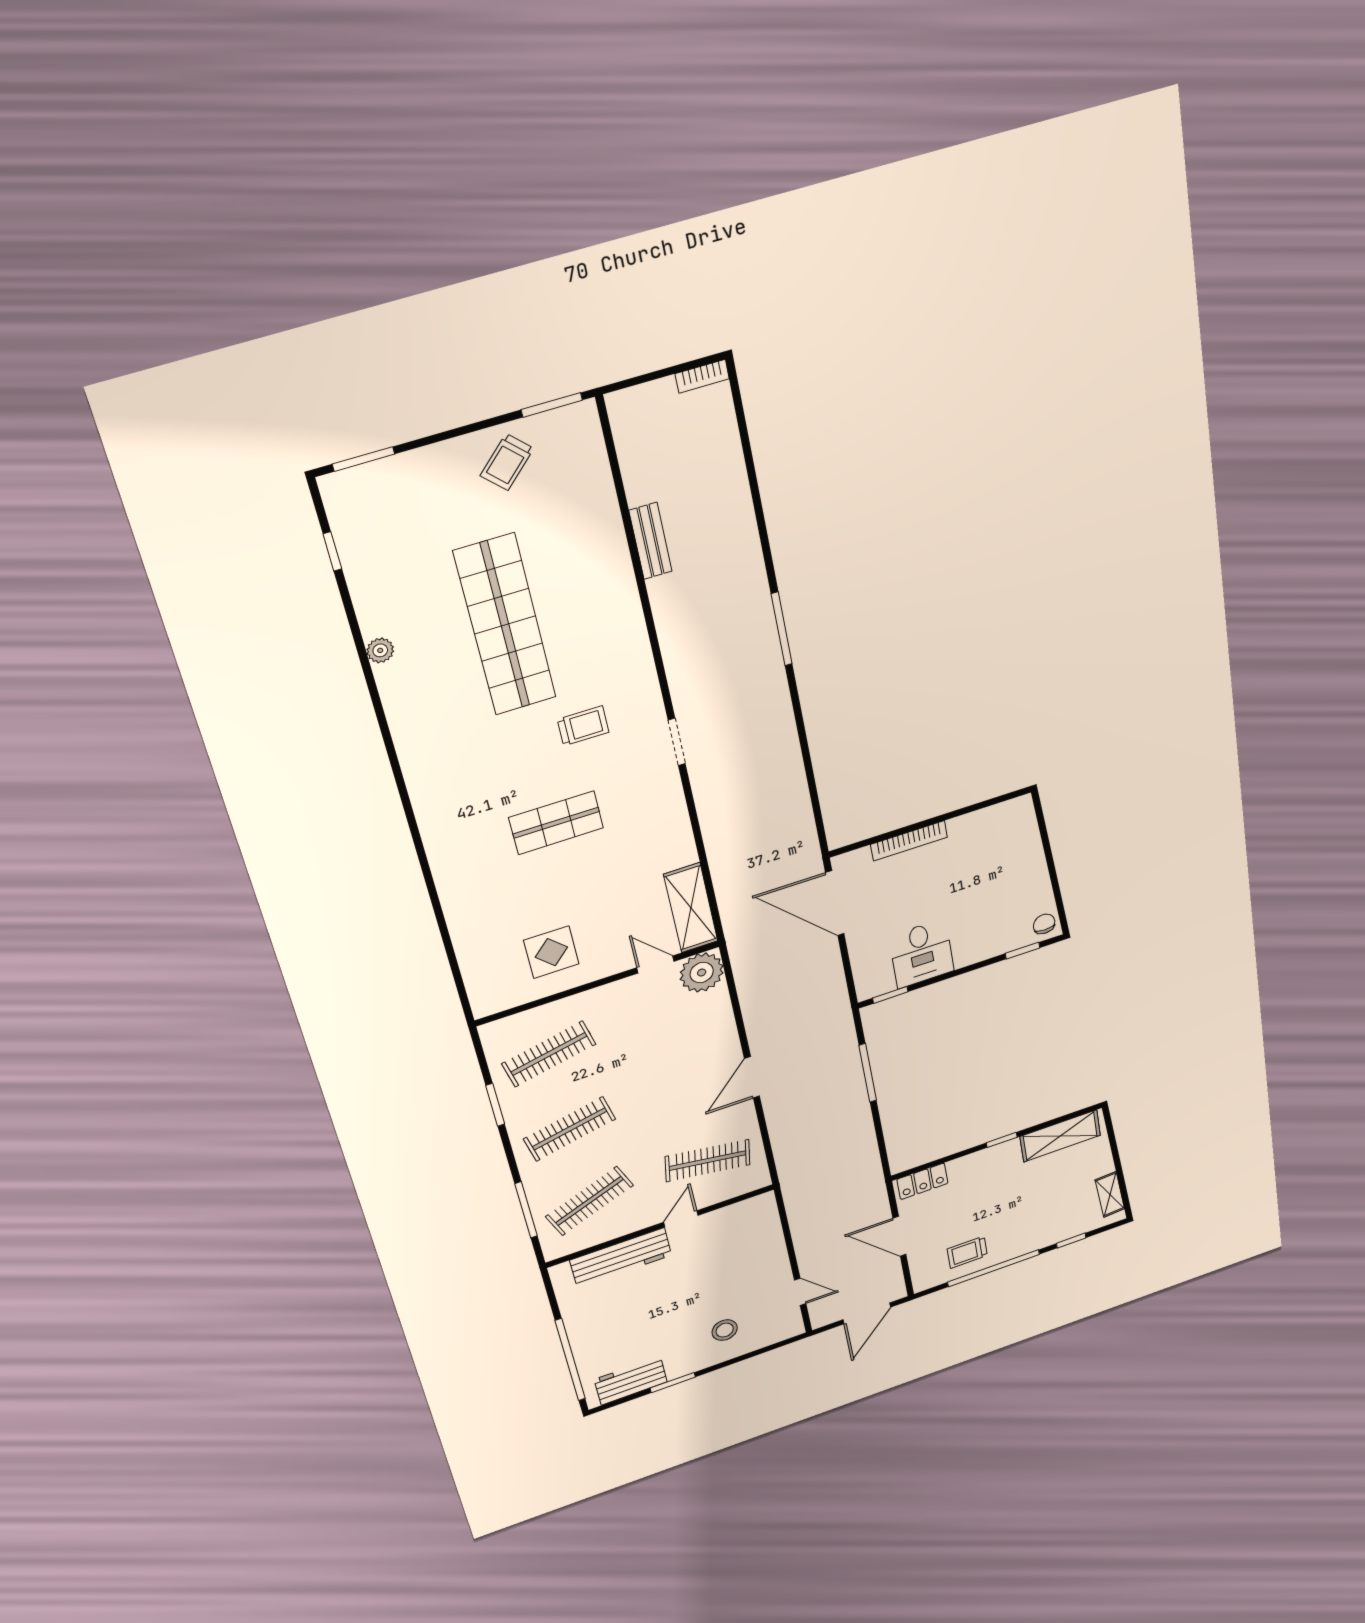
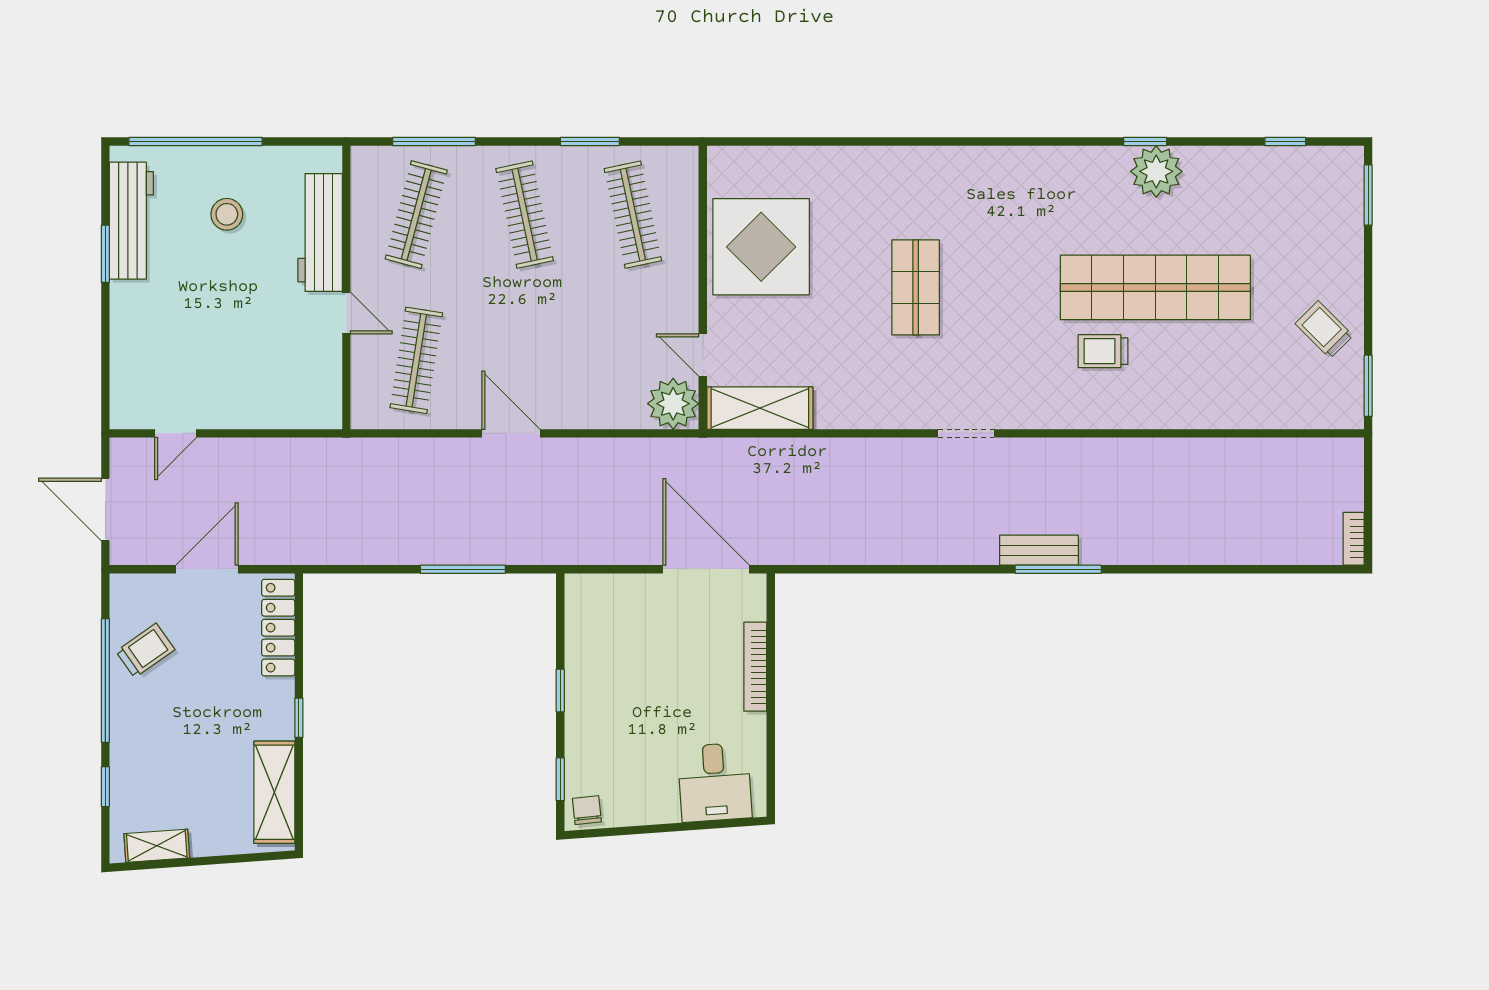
bench: (651, 541) -> (1039, 550), moved
plant: (380, 650) -> (1156, 171), width x1.88, depth x1.88
window: (369, 676) -> (1145, 141), added
trolley: (583, 726) -> (1103, 351), moved, turned 90
door: (835, 903) -> (706, 569), hinge flipped
chair: (1044, 924) -> (587, 810), turned -96
display table: (551, 952) -> (761, 247), width x1.86, depth x1.86
desk: (921, 953) -> (715, 782), moved, turned -94
door: (655, 965) -> (703, 355), swing flipped
window: (890, 995) -> (560, 690), moved
locker: (922, 1181) -> (278, 628), width x1.53
clothes rail: (589, 1201) -> (416, 215), turned 36
trolley: (967, 1252) -> (145, 650), turned 55
stool: (725, 1330) -> (227, 214), moved
workbench: (631, 1381) -> (131, 221), width x1.37

